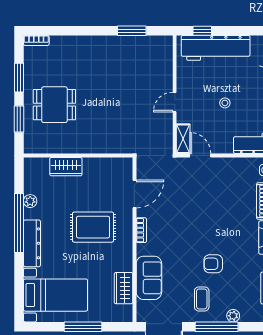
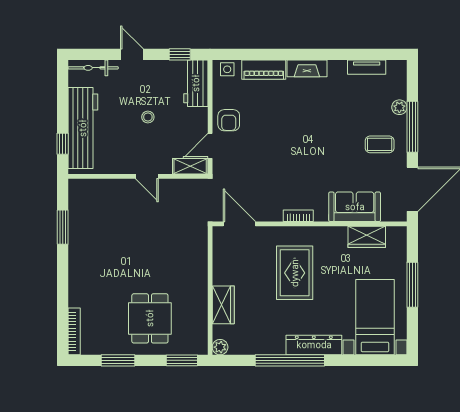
bookcase: (36, 40) -> (74, 331), width x1.56
window: (19, 119) -> (182, 360), moved
door: (134, 194) -> (239, 224), moved
plant: (30, 201) -> (220, 347), moved
armchair: (213, 264) -> (229, 120), moved

